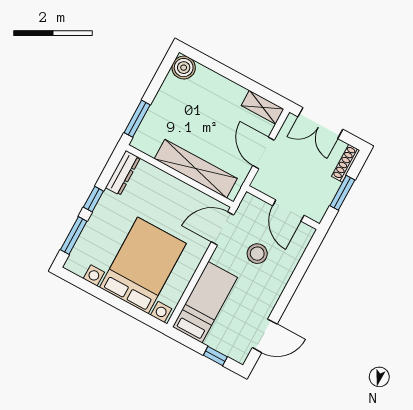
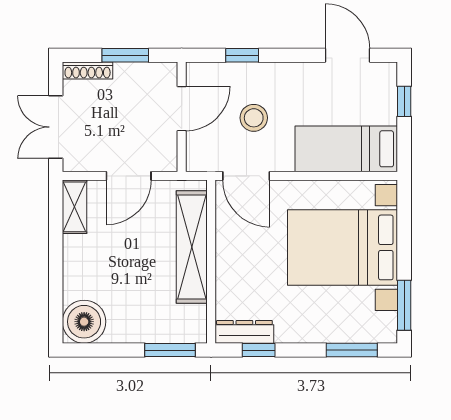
boiler: (184, 68) -> (84, 322), width x1.37, depth x1.37
double door: (320, 123) -> (56, 127), swing flipped
window: (93, 199) -> (259, 350), moved
window: (301, 268) -> (242, 55), added
window: (84, 285) -> (404, 305), added

